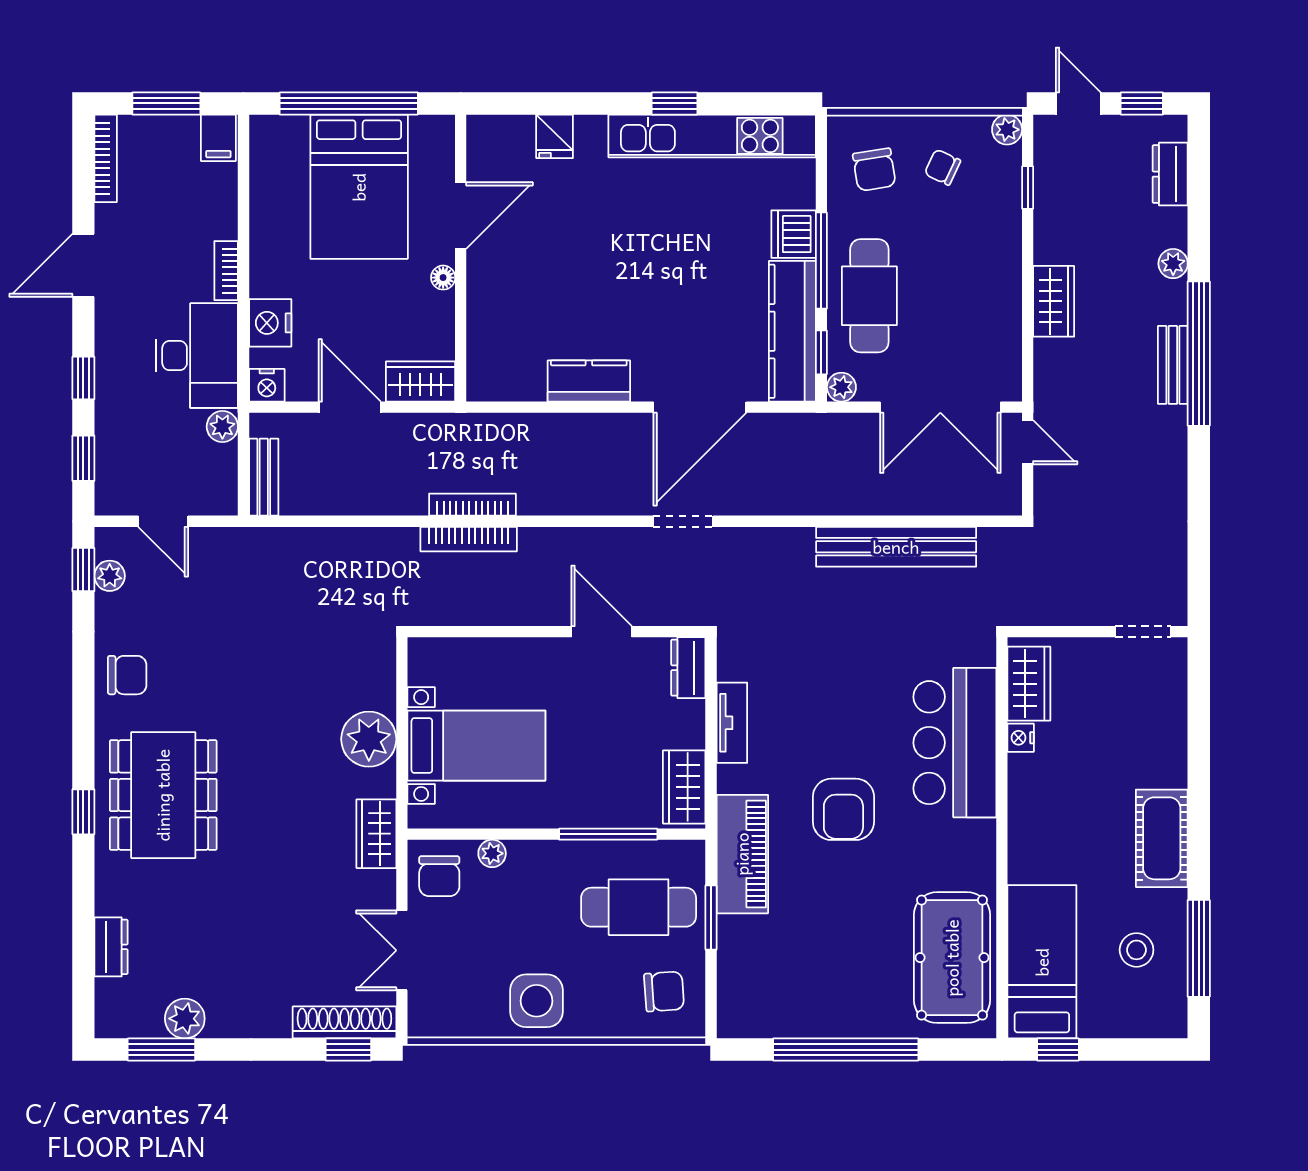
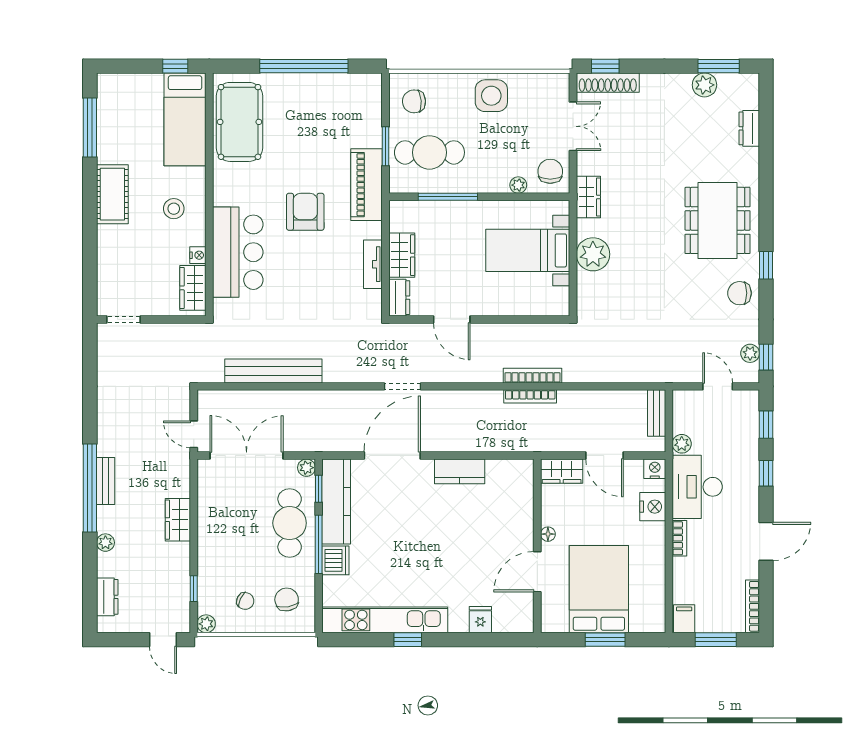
window: (349, 103) -> (605, 640), width x0.47
window: (1142, 103) -> (124, 640), removed
wardrobe: (684, 787) -> (402, 255), moved
window: (83, 812) -> (766, 265), moved
stool: (1137, 950) -> (174, 209), moved

